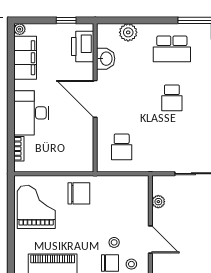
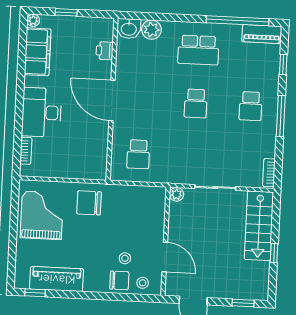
window: (66, 20) -> (66, 12), moved
printer: (83, 47) -> (105, 51), width x0.53, depth x0.68
washbasin: (106, 59) -> (129, 29), moved, turned 90
chair: (79, 193) -> (89, 203), turned 180
plant: (158, 202) -> (177, 194), moved

